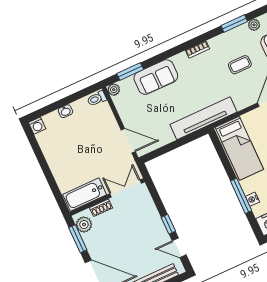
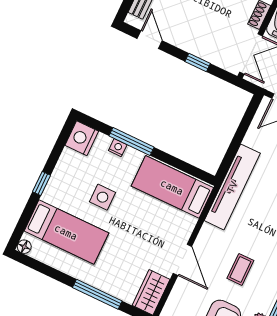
window: (168, 224) -> (198, 62), moved
door: (179, 248) -> (150, 40), hinge flipped

